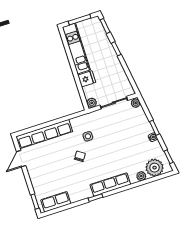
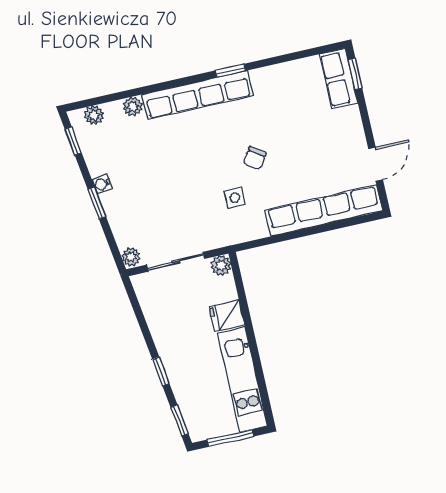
plant: (155, 168) -> (94, 115), width x0.53, depth x0.53
row of seats: (110, 184) -> (198, 95), width x1.36
row of seats: (56, 202) -> (339, 79), moved, turned 90

